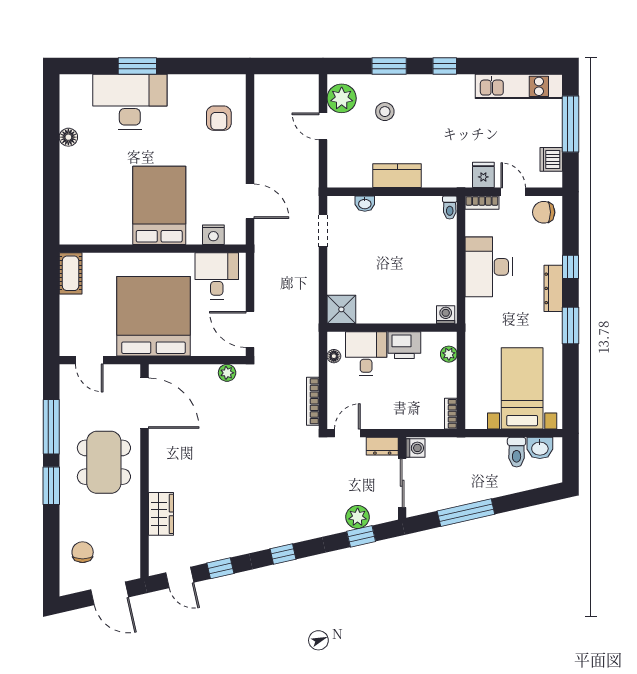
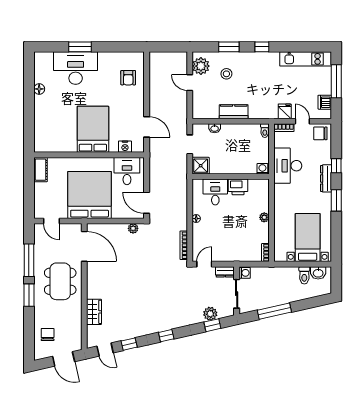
shower: (341, 309) -> (201, 166), moved
washing machine: (446, 315) -> (262, 169), moved
wall: (392, 328) -> (231, 176), moved
printer: (404, 345) -> (238, 187), moved
desk: (366, 354) -> (215, 192), moved

